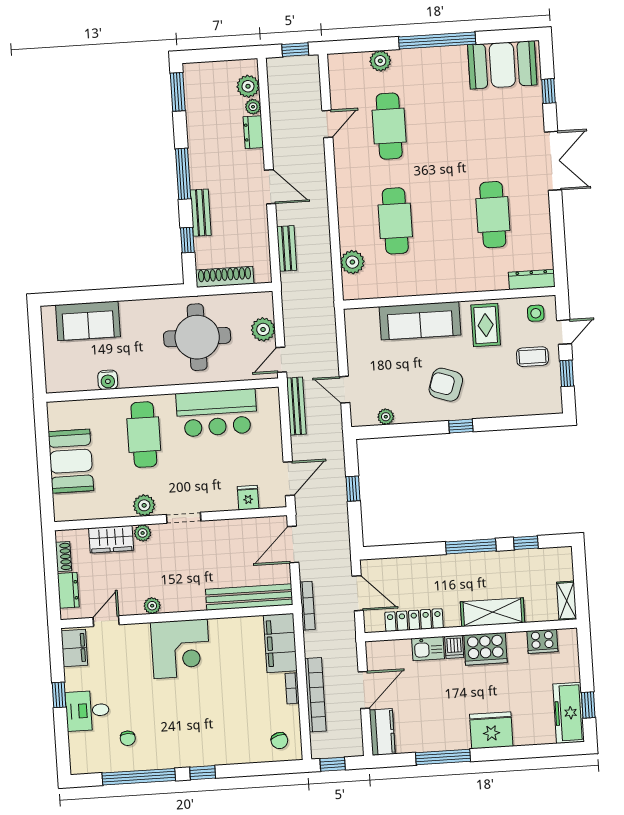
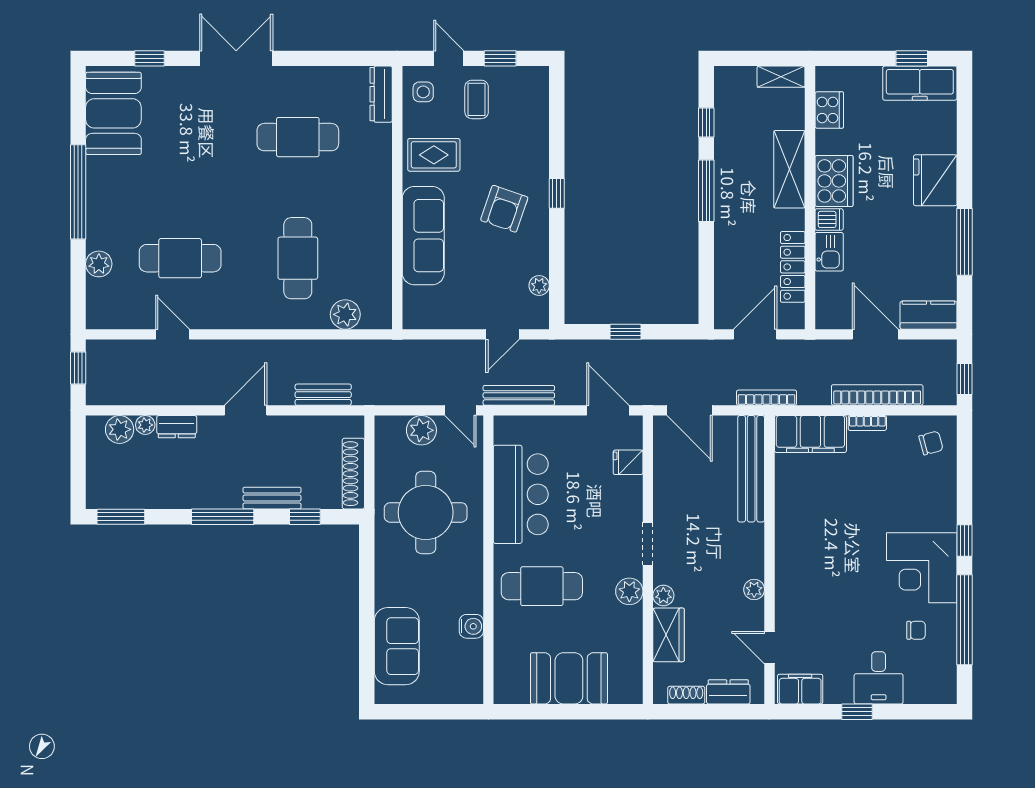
cafe table: (395, 221) -> (298, 258), turned 90
corner desk: (181, 649) -> (922, 568), moved, turned 180

